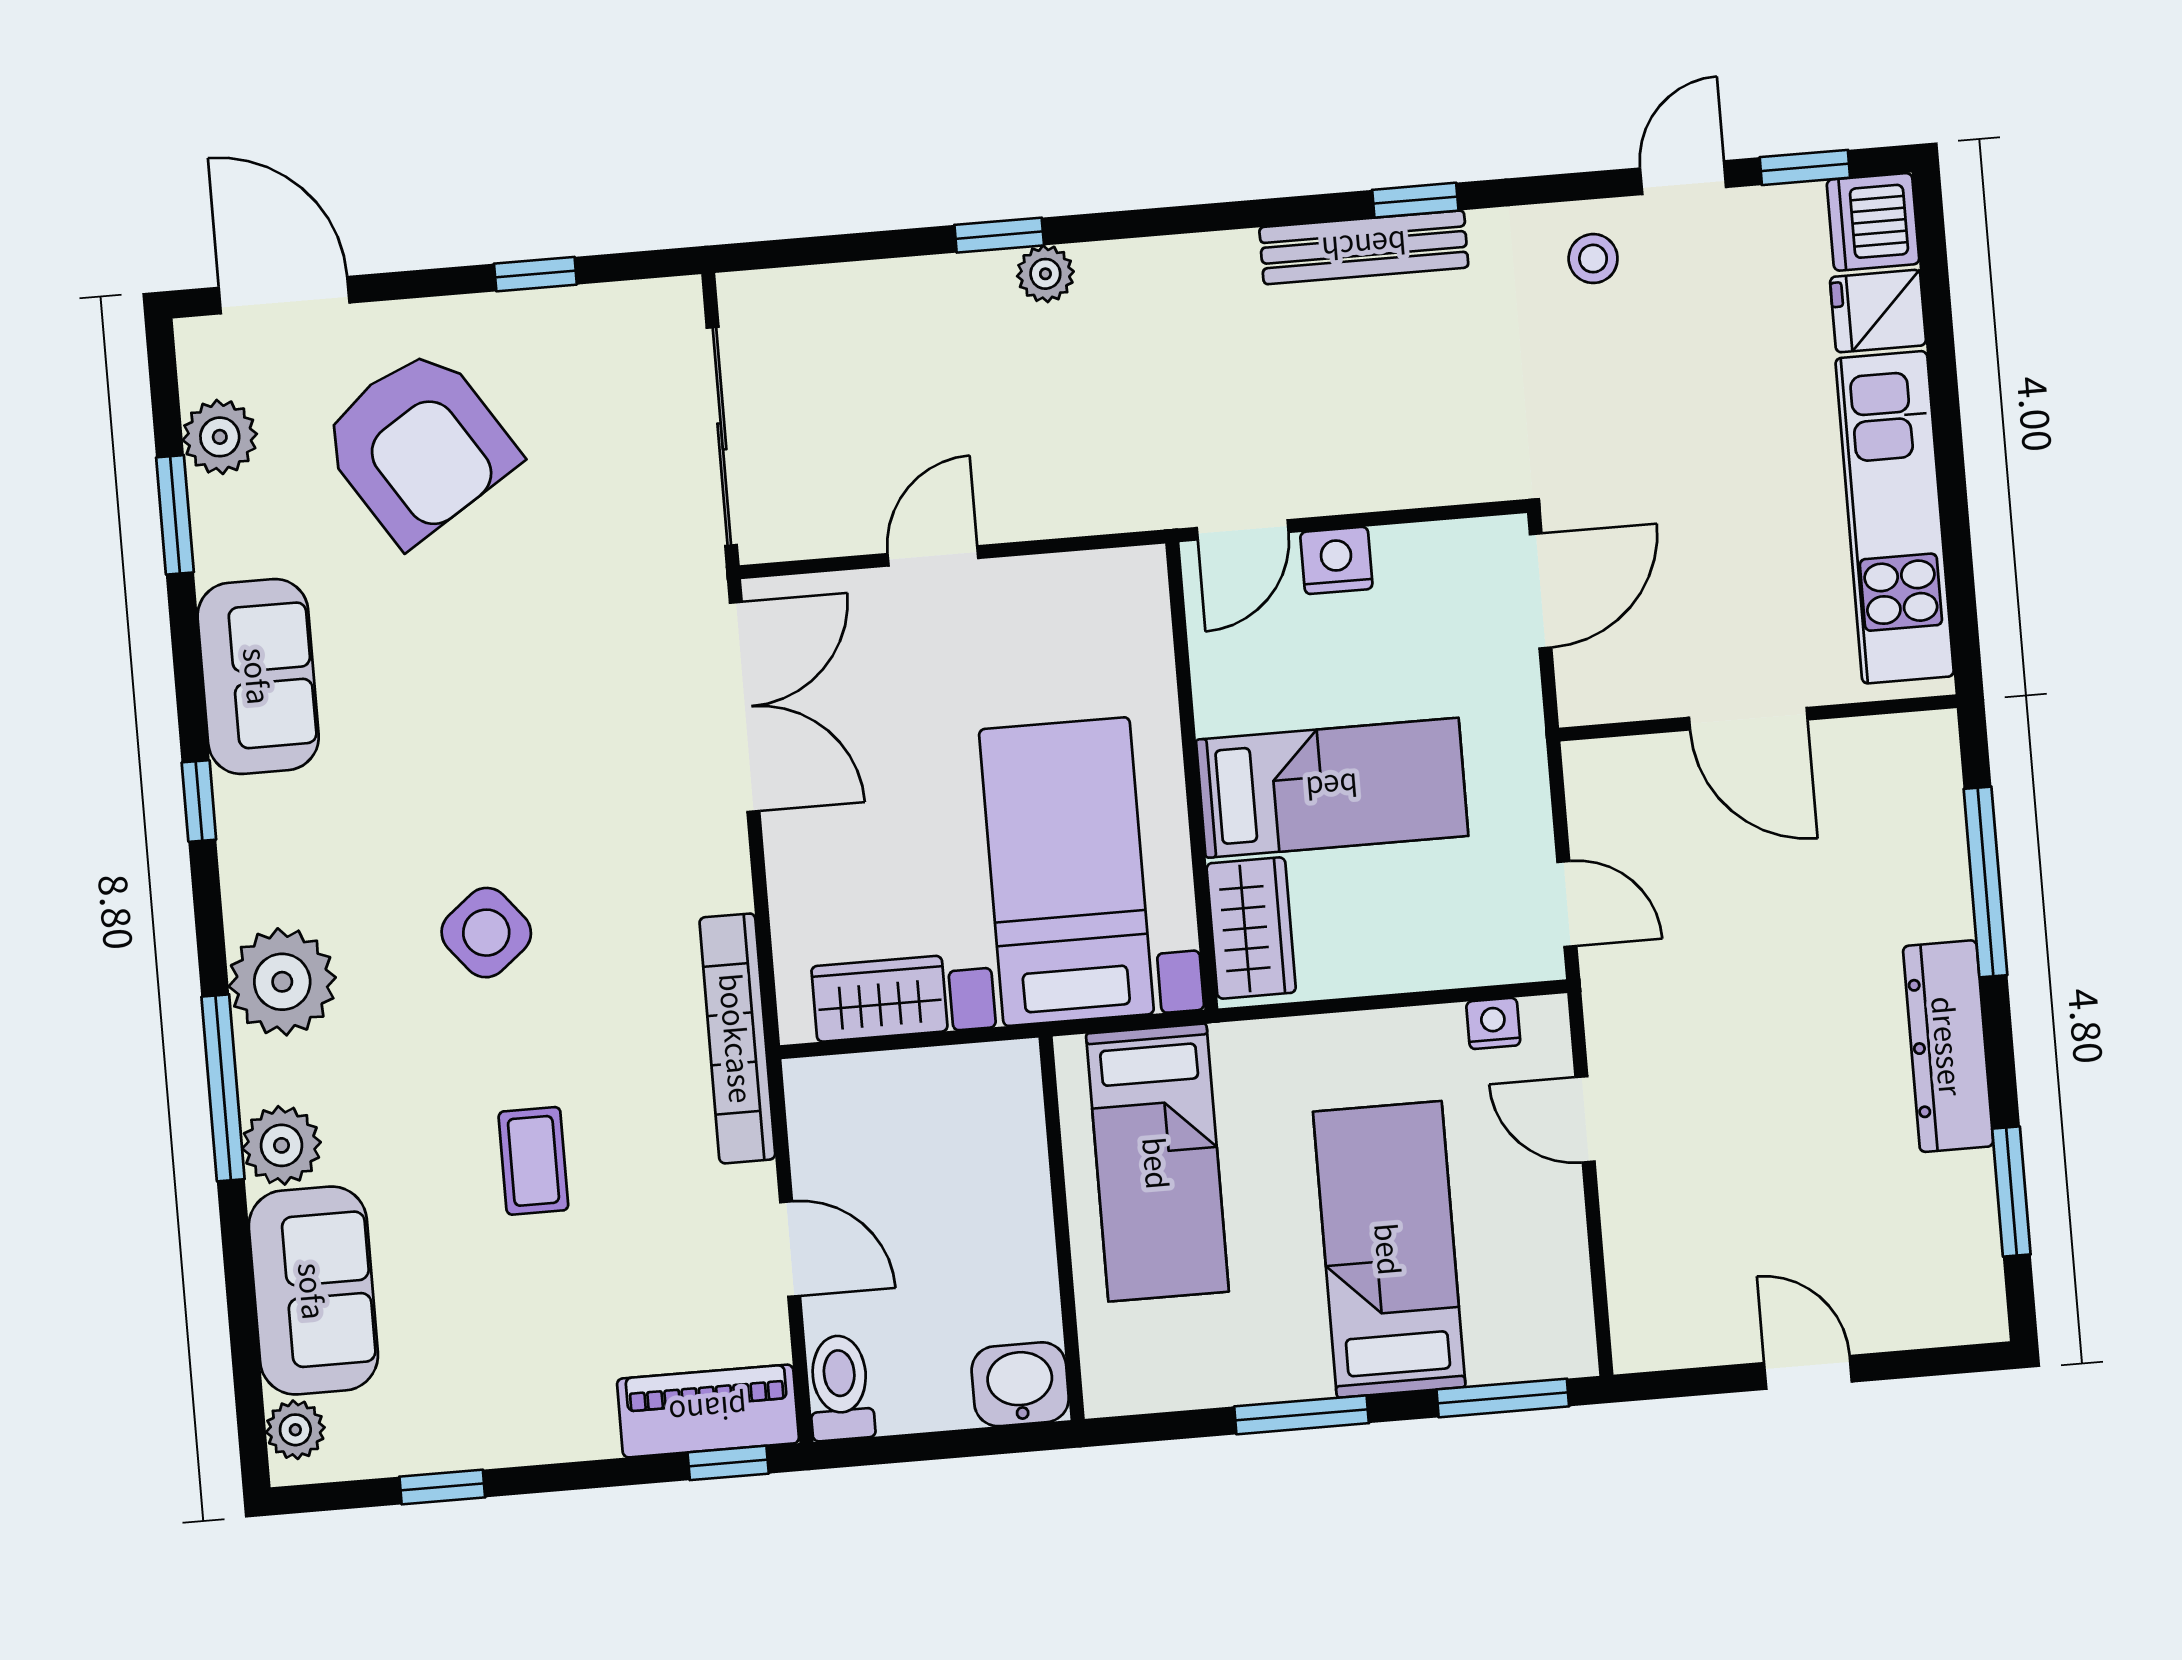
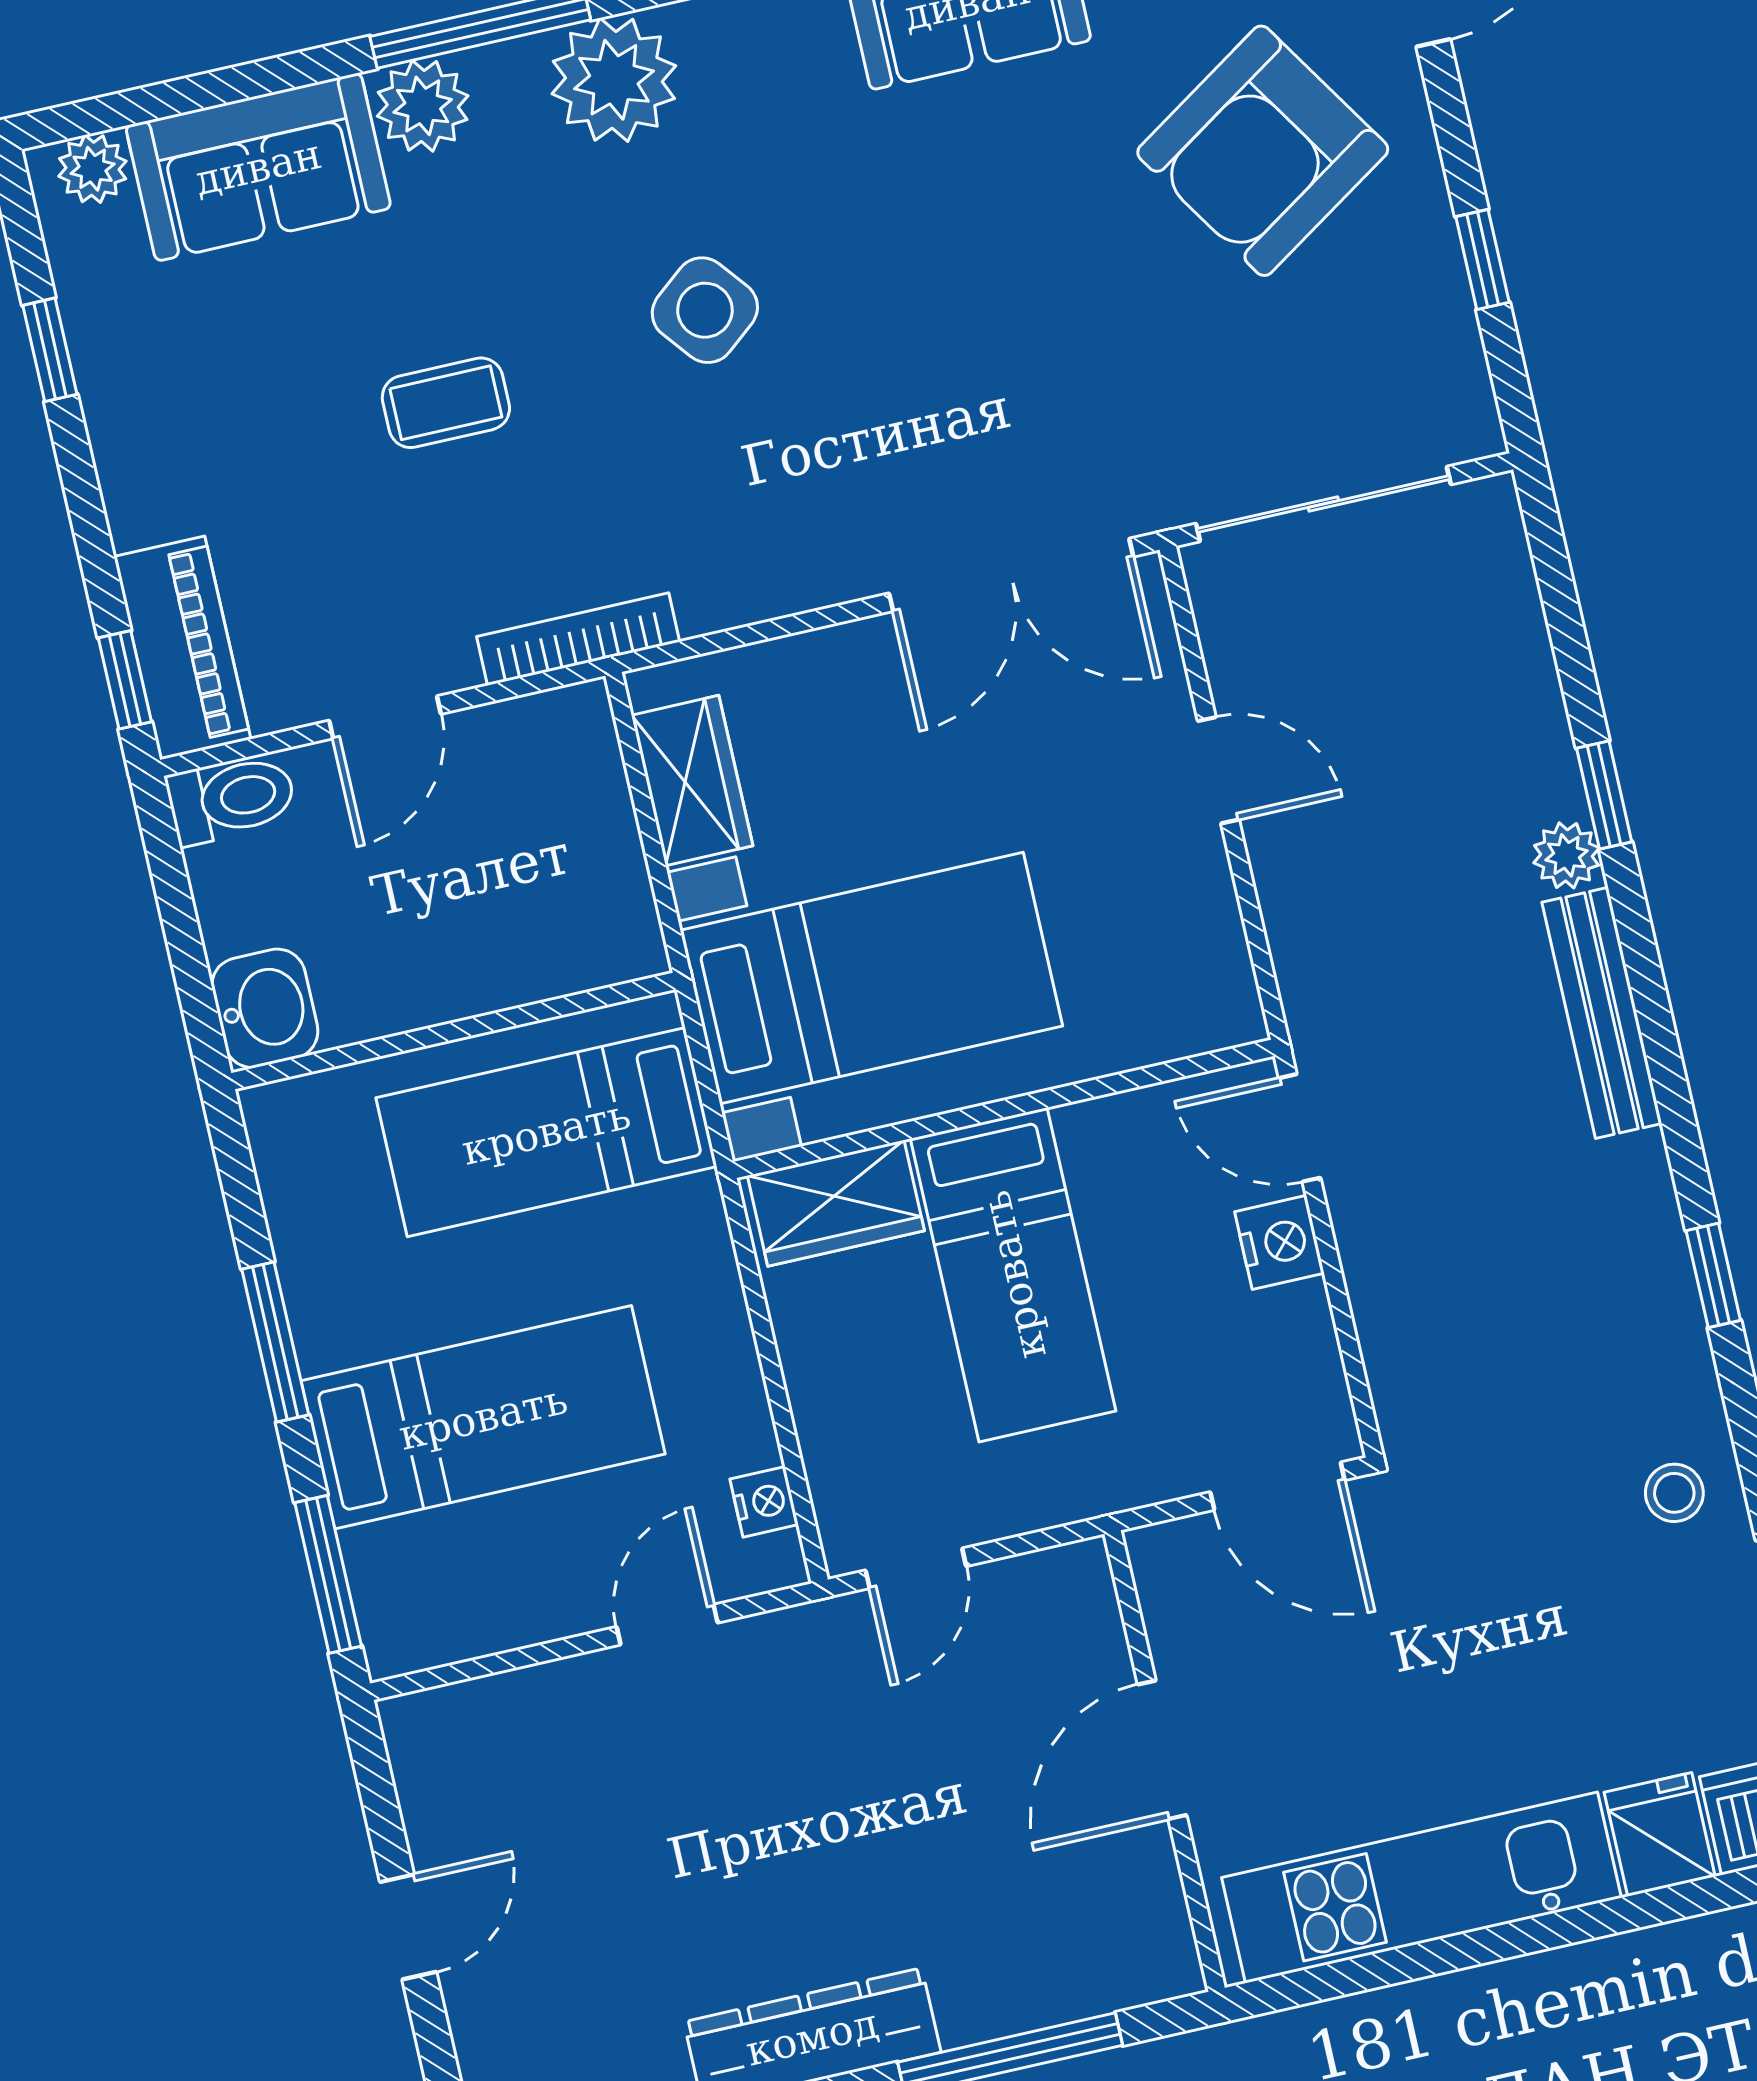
bench: (1364, 247) -> (1602, 1013), moved
bookcase: (737, 1038) -> (578, 639), width x0.68, depth x0.76

